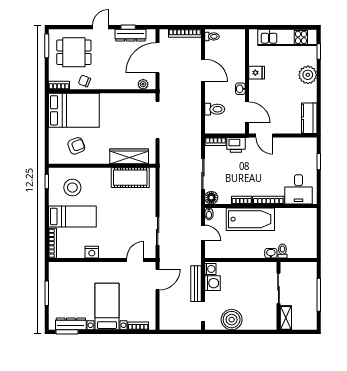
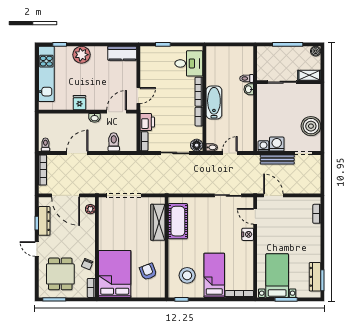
bathtub: (250, 219) -> (214, 103), width x0.73, depth x0.73
nightstand: (92, 252) -> (248, 234), moved
bed with nightstands: (107, 307) -> (277, 276), moved, turned 90
boiler: (312, 325) -> (316, 51), added

